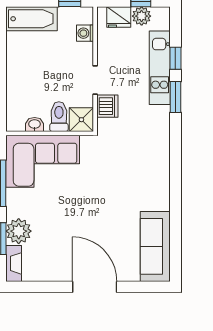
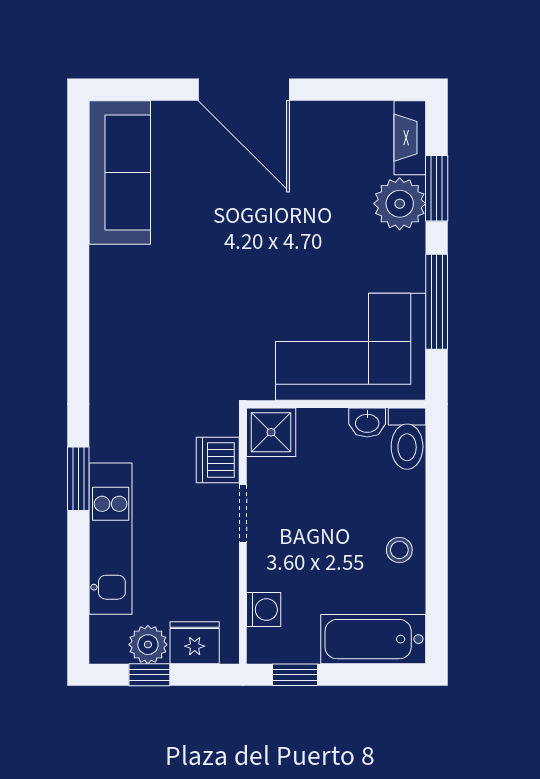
window: (175, 58) -> (78, 558), removed
stool: (19, 62) -> (399, 550), added
toilet: (59, 117) -> (407, 439), moved

